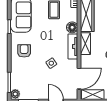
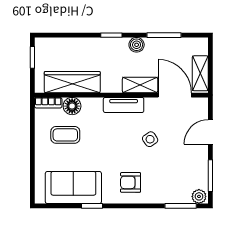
floor lamp: (72, 27) -> (72, 106), moved
shelving: (85, 44) -> (140, 85), moved

